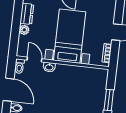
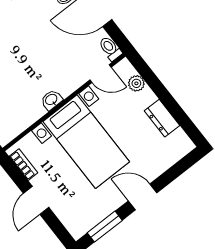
plant: (24, 30) -> (136, 83), moved
washbasin: (49, 67) -> (51, 100), moved

